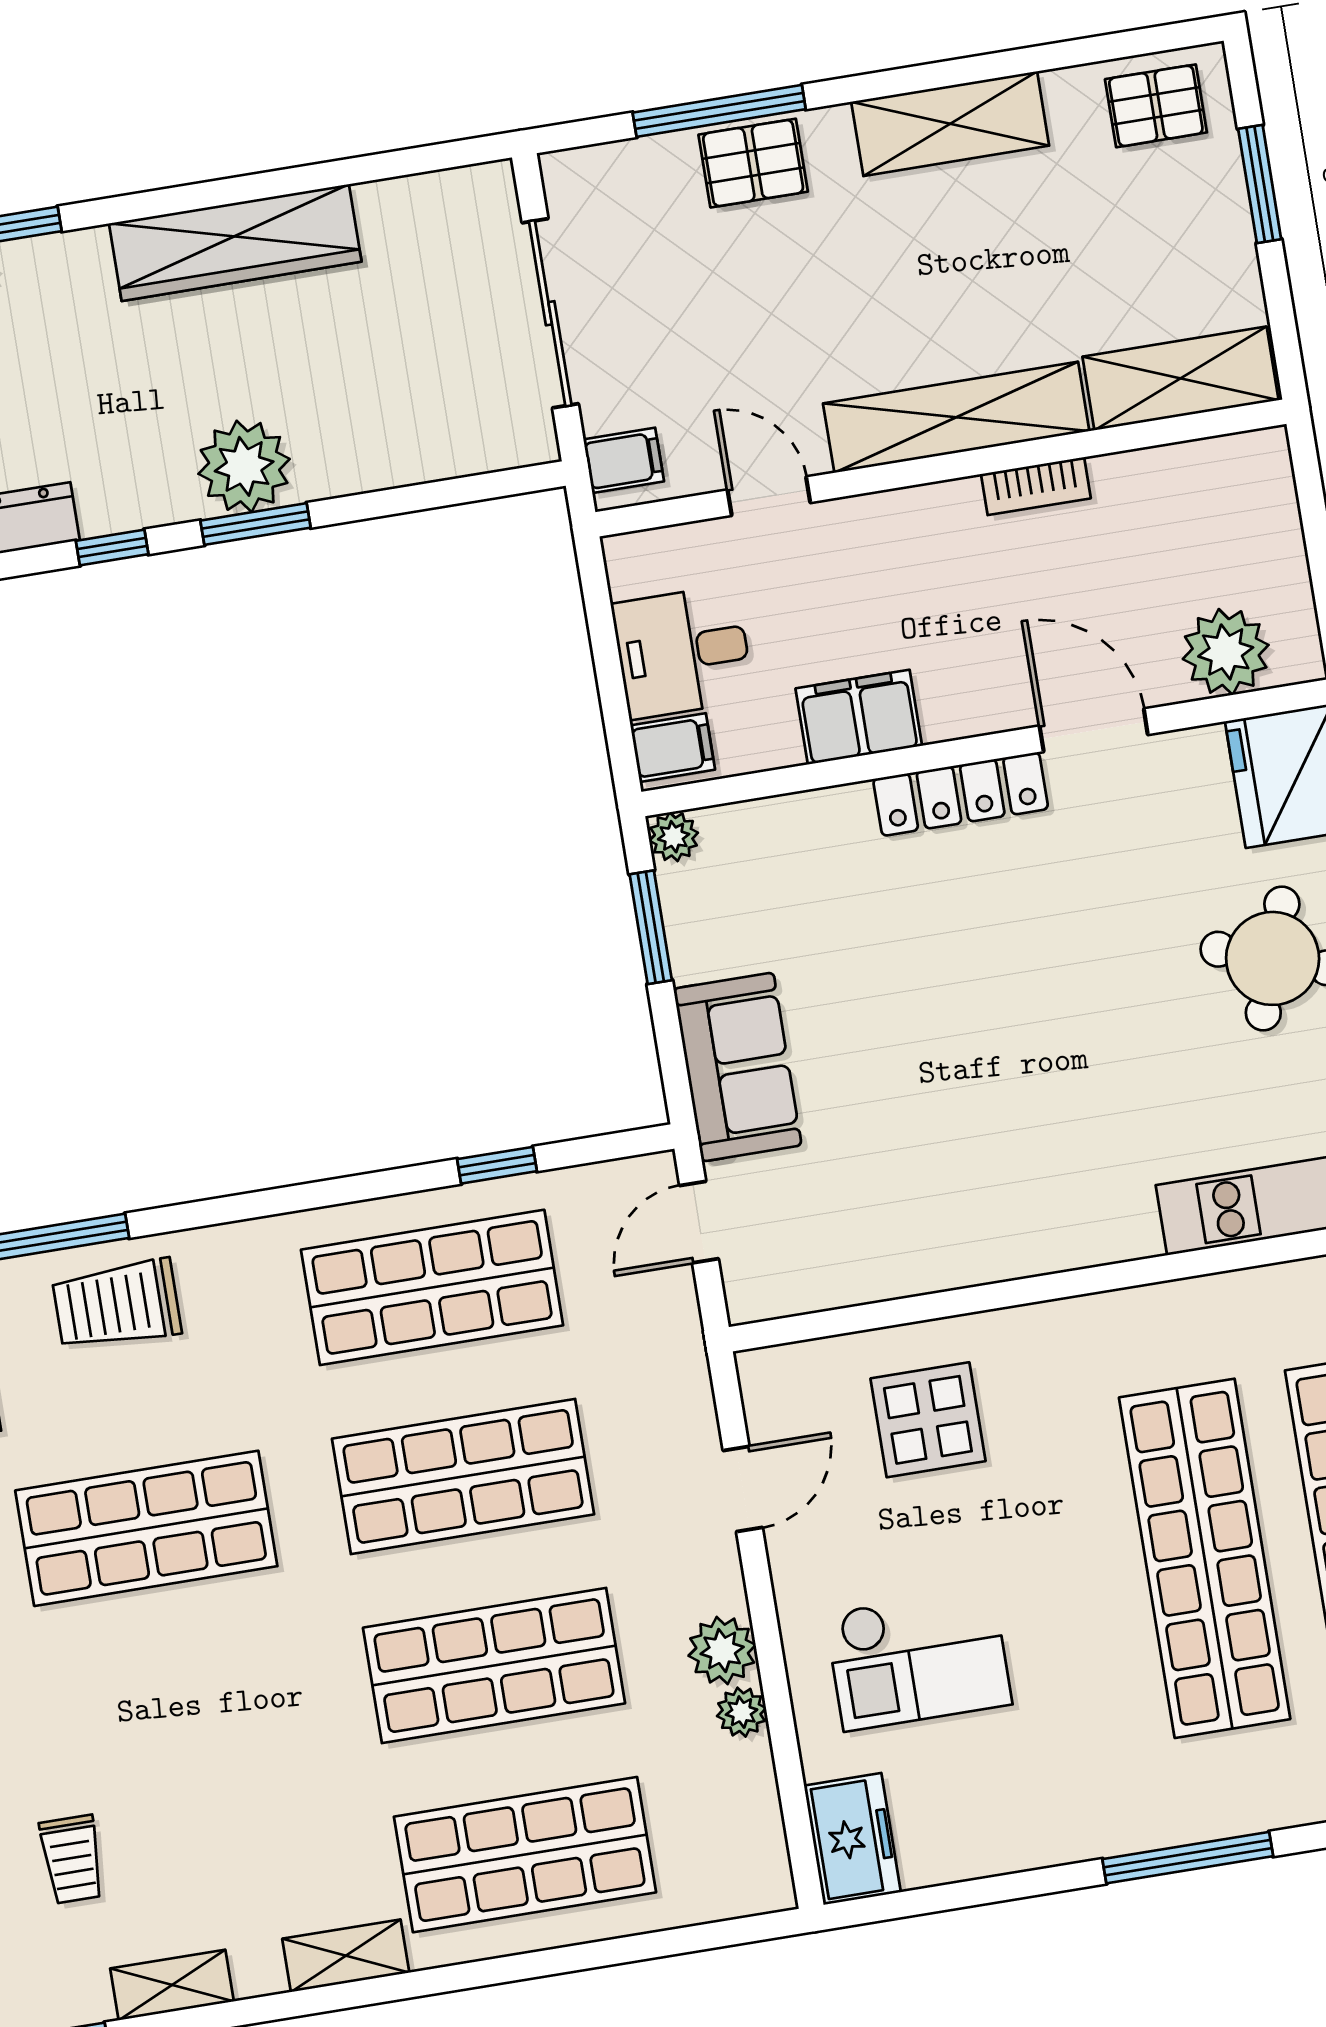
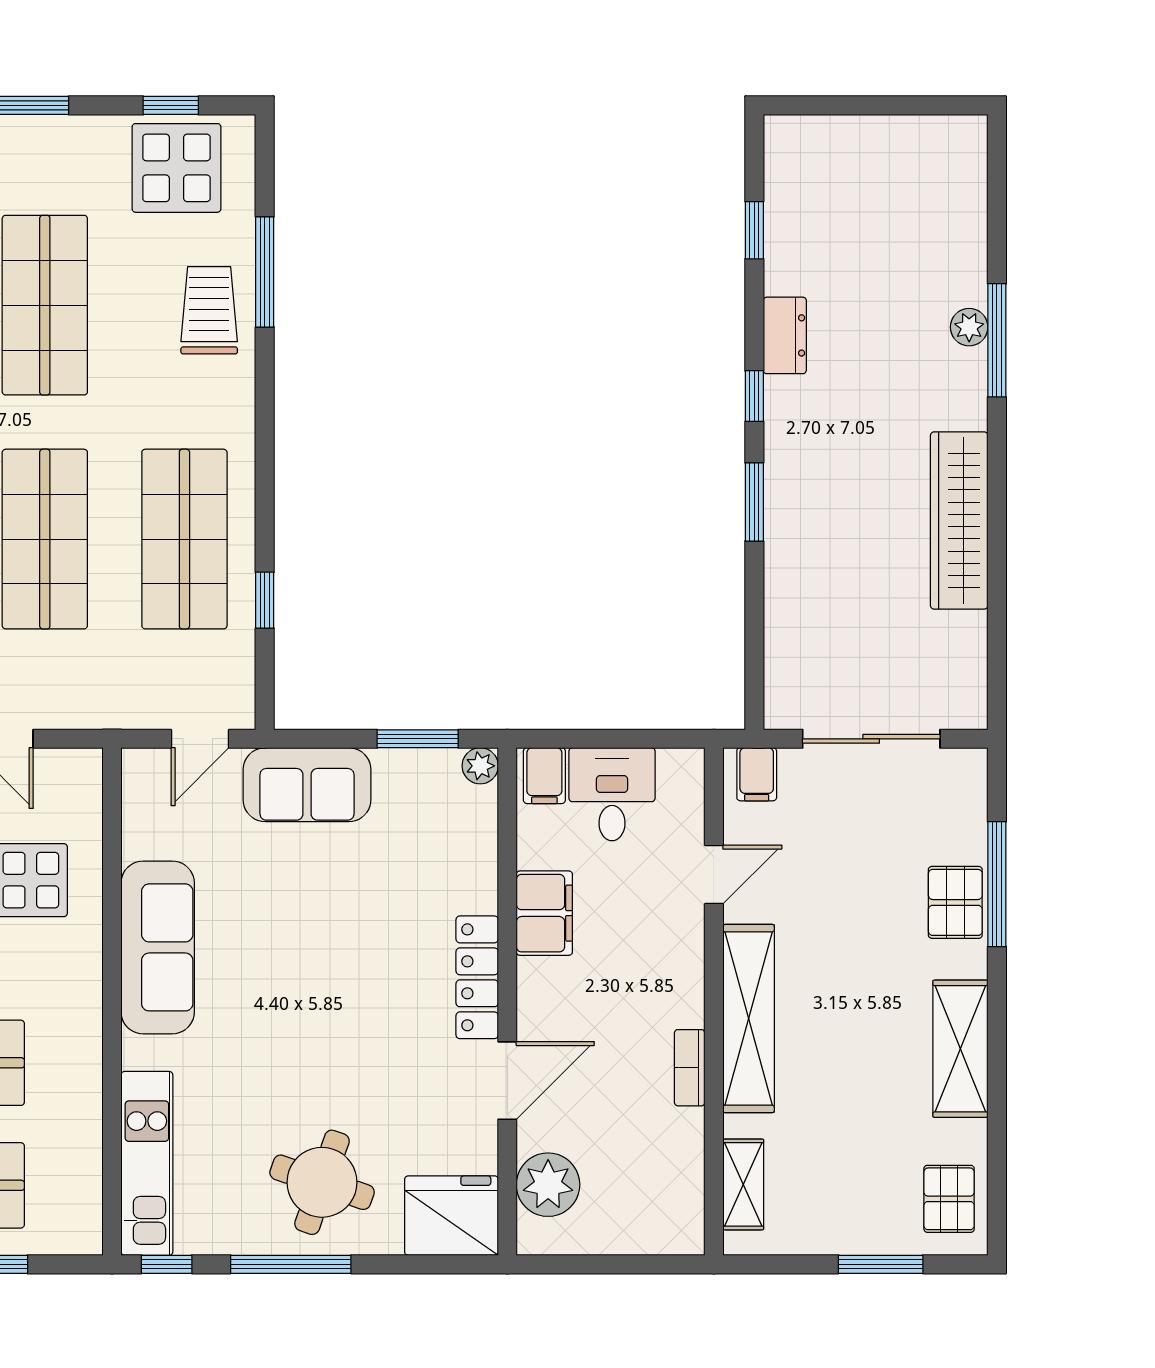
shelving: (1180, 378) -> (743, 1184), width x0.67, depth x0.75
plant: (244, 466) -> (797, 501), removed
door: (699, 1222) -> (200, 739), swing flipped
sofa: (991, 1233) -> (158, 947), added

